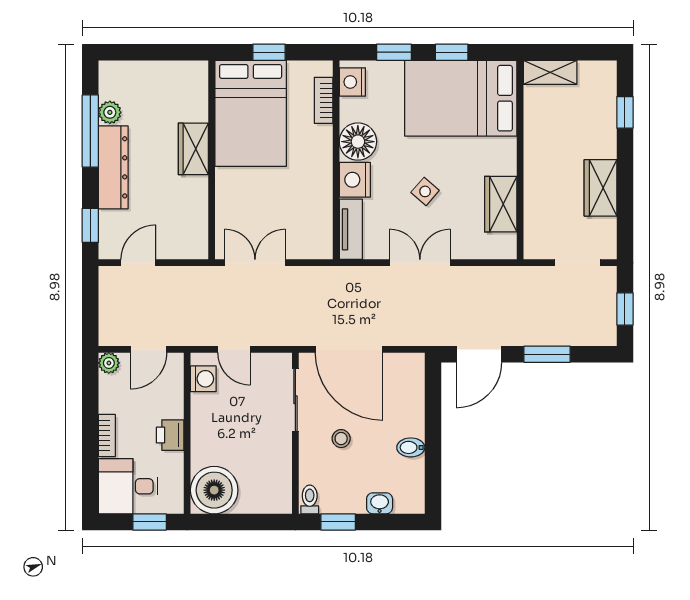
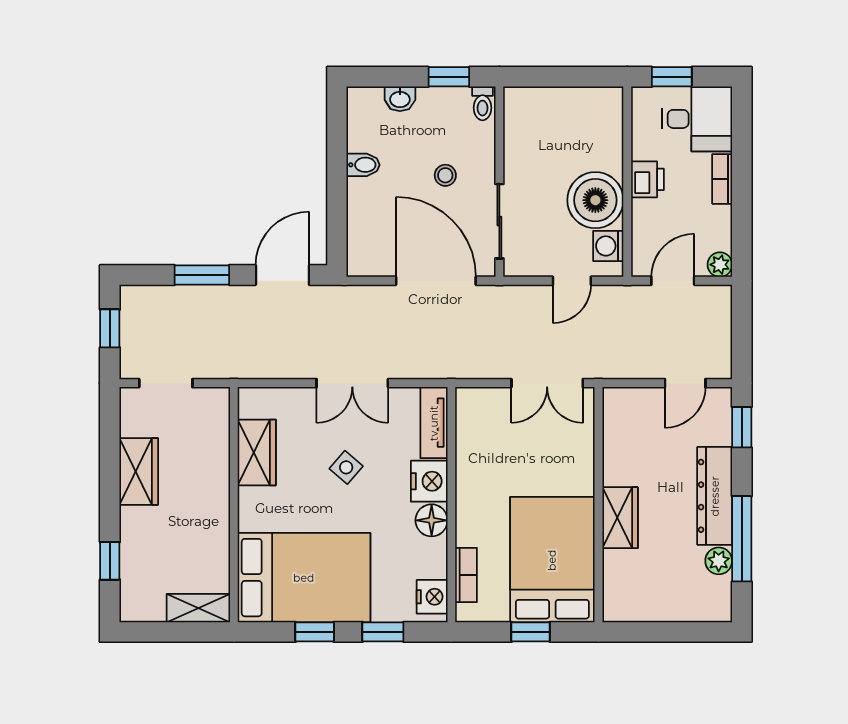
floor lamp: (358, 142) -> (432, 520), width x0.73, depth x0.73
door: (234, 349) -> (572, 281), swing flipped
boiler: (214, 490) -> (595, 200), moved

